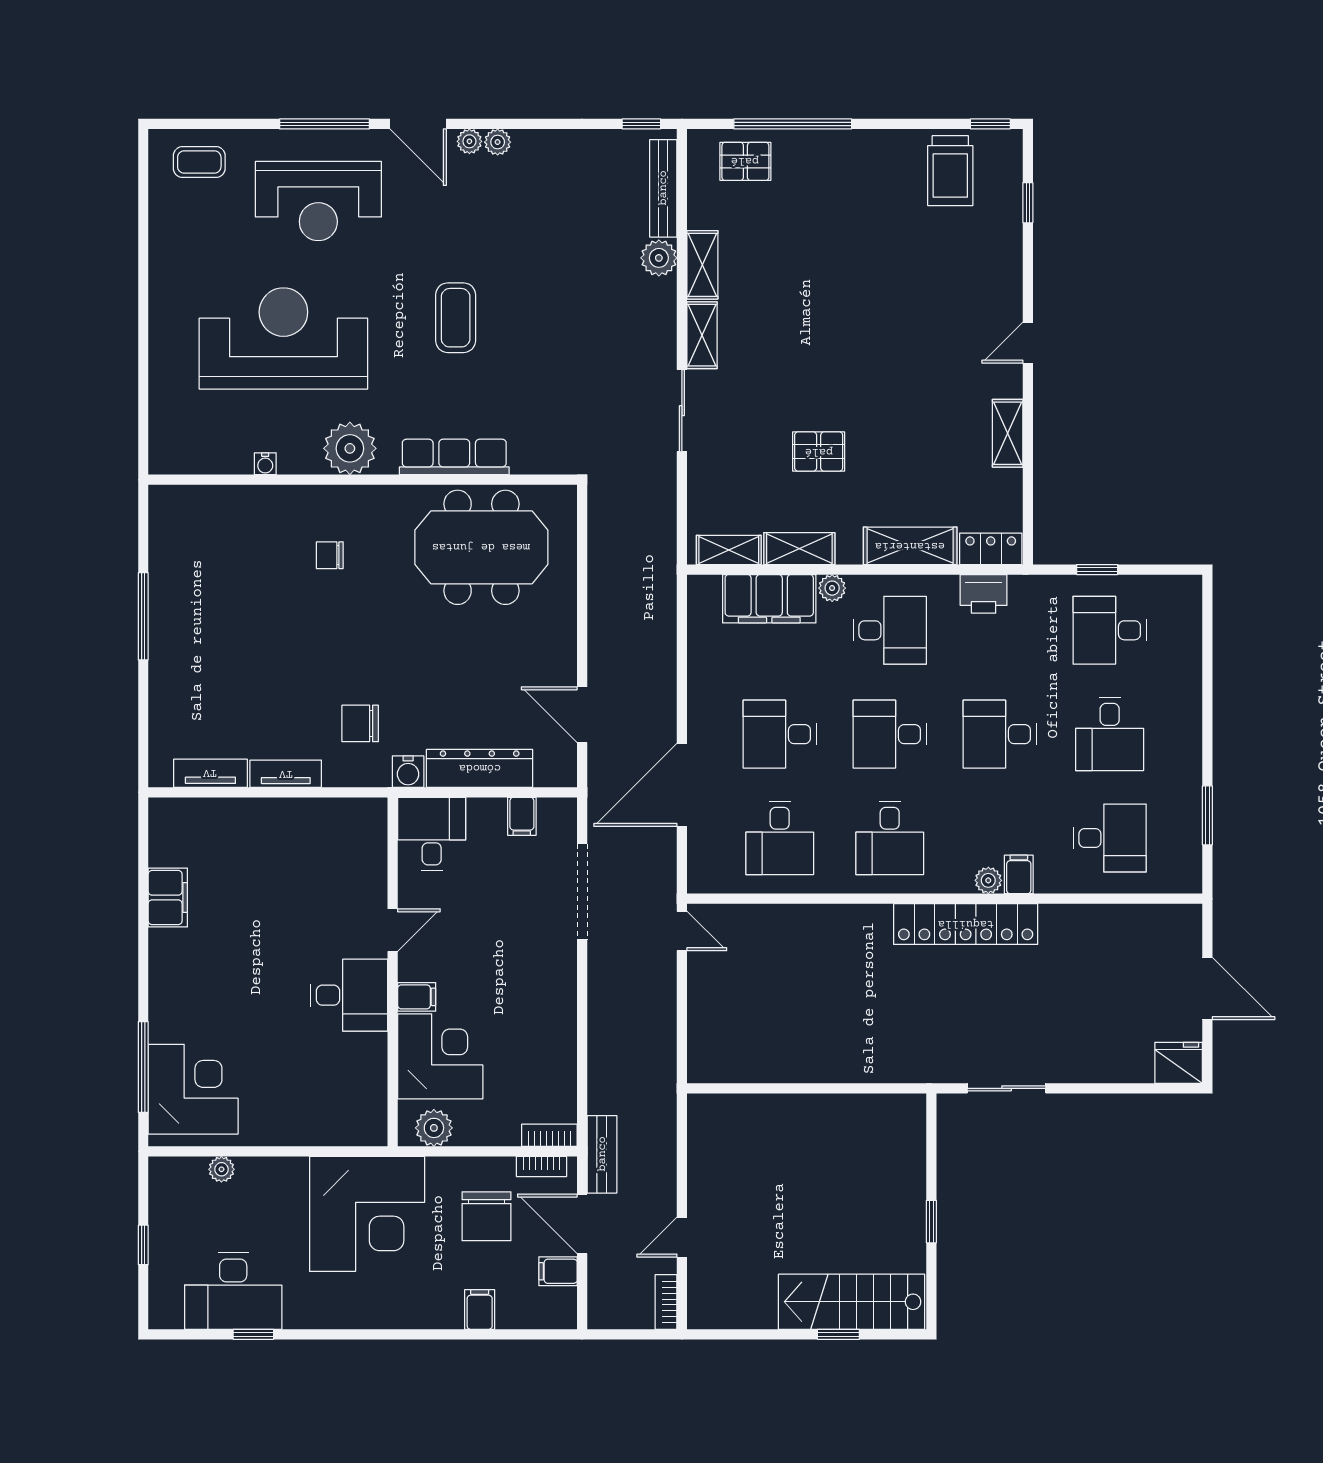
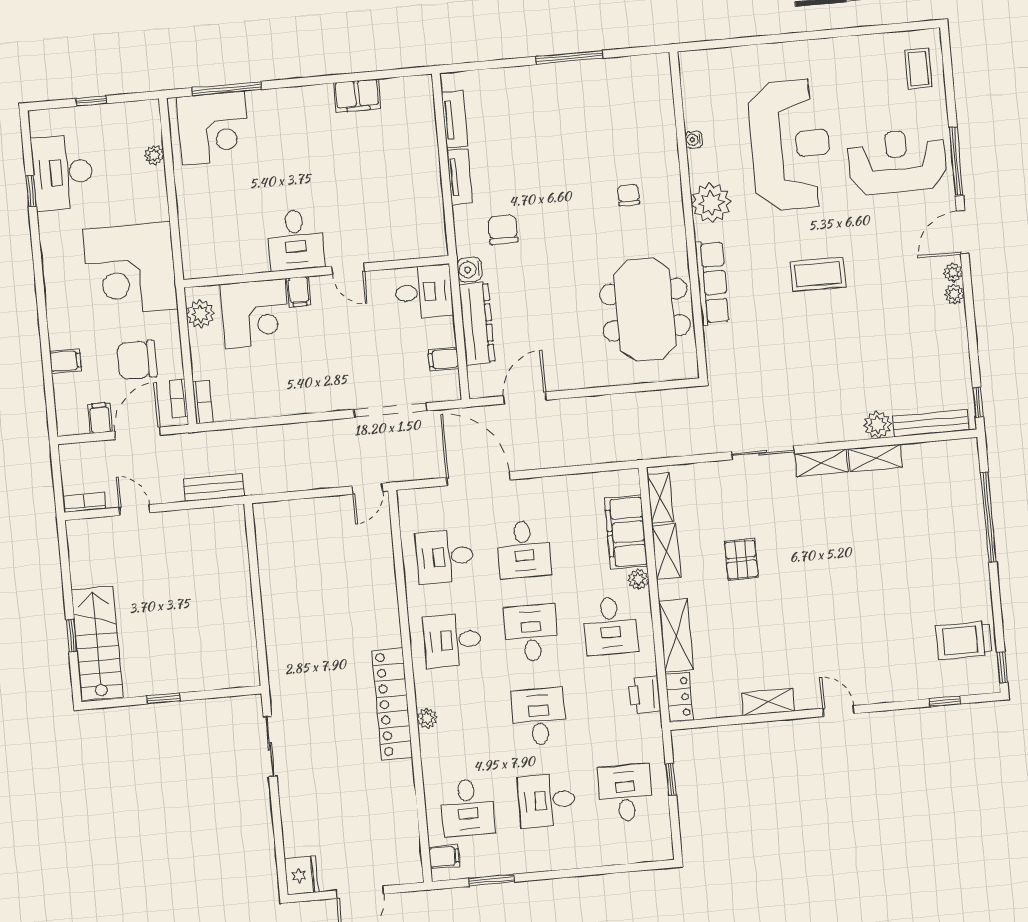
pallet: (745, 161) -> (957, 484), removed
reception desk: (318, 201) -> (897, 162), turned 90
desk: (780, 734) -> (524, 549), turned 180
filing cabinet: (1019, 874) -> (444, 857), moved
bench: (602, 1154) -> (214, 488), moved

